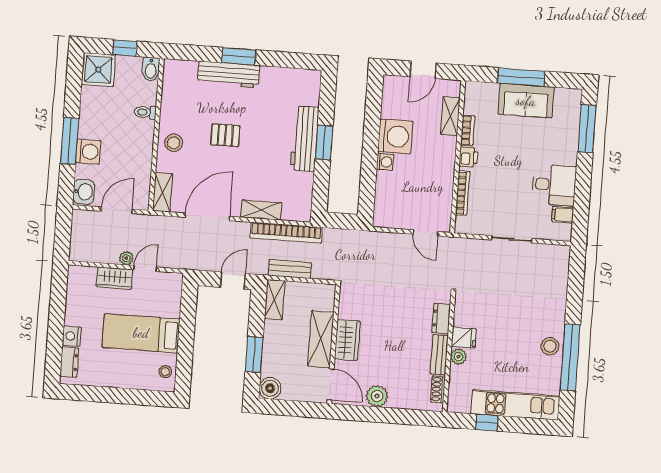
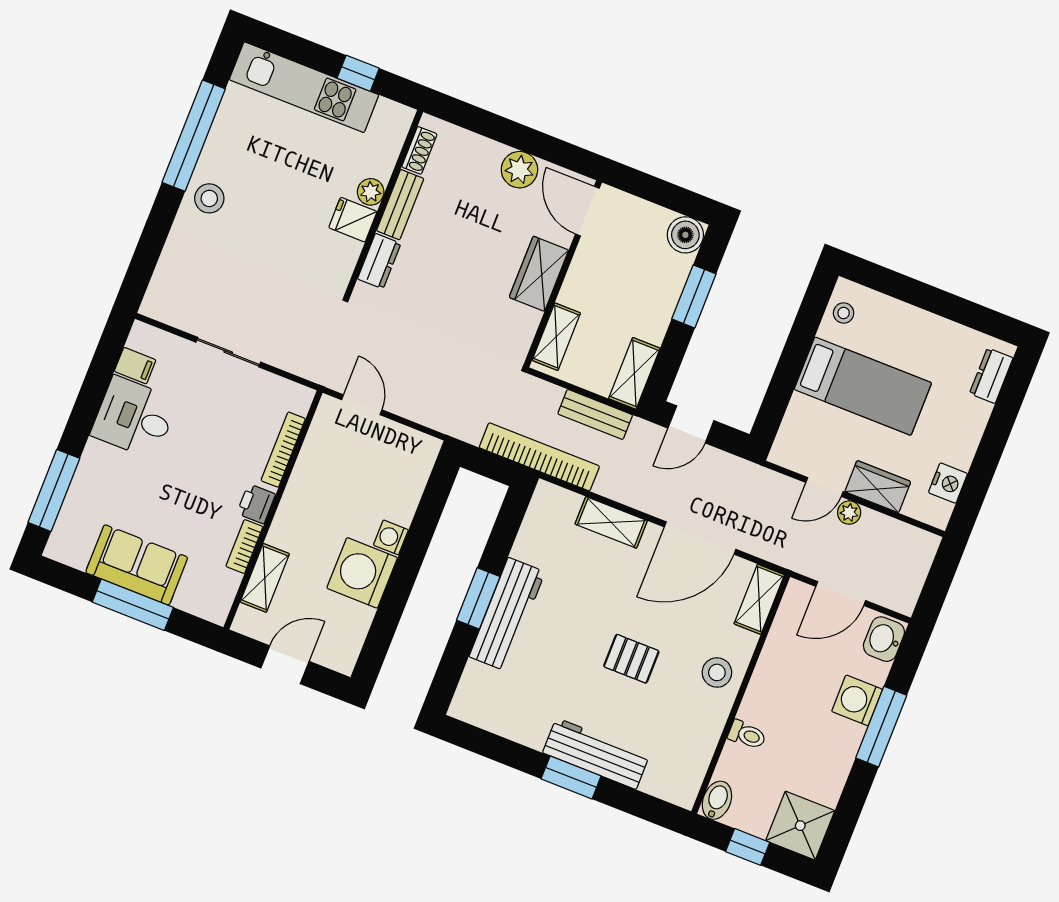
bookcase: (286, 233) -> (539, 457), moved
nightstand: (72, 336) -> (948, 483), moved
shelving: (321, 339) -> (556, 337), moved, width x0.67, depth x0.75
stool: (550, 346) -> (209, 198), moved

